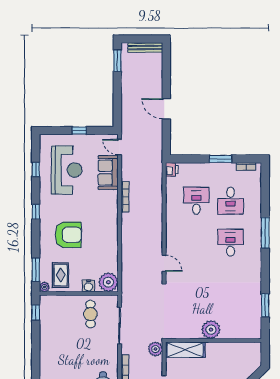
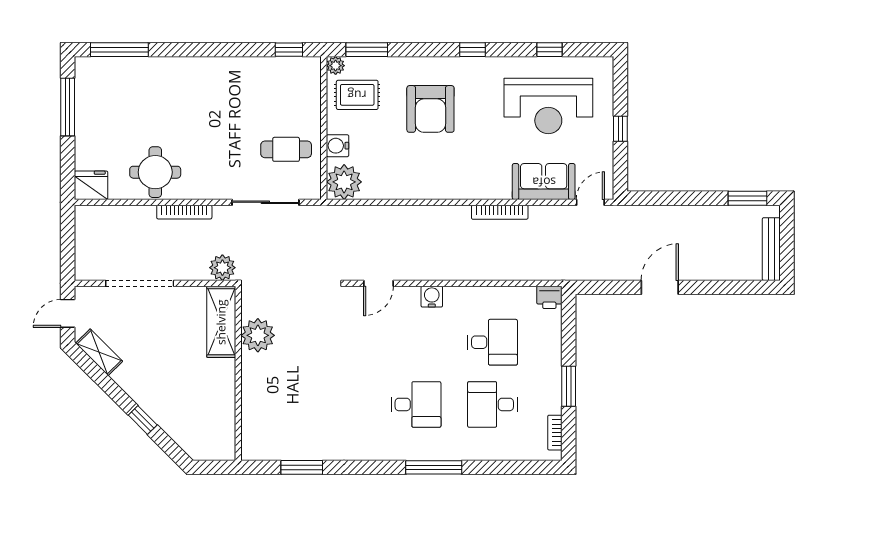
water cooler: (171, 234) -> (432, 297), added
plant: (211, 330) -> (258, 335), moved

